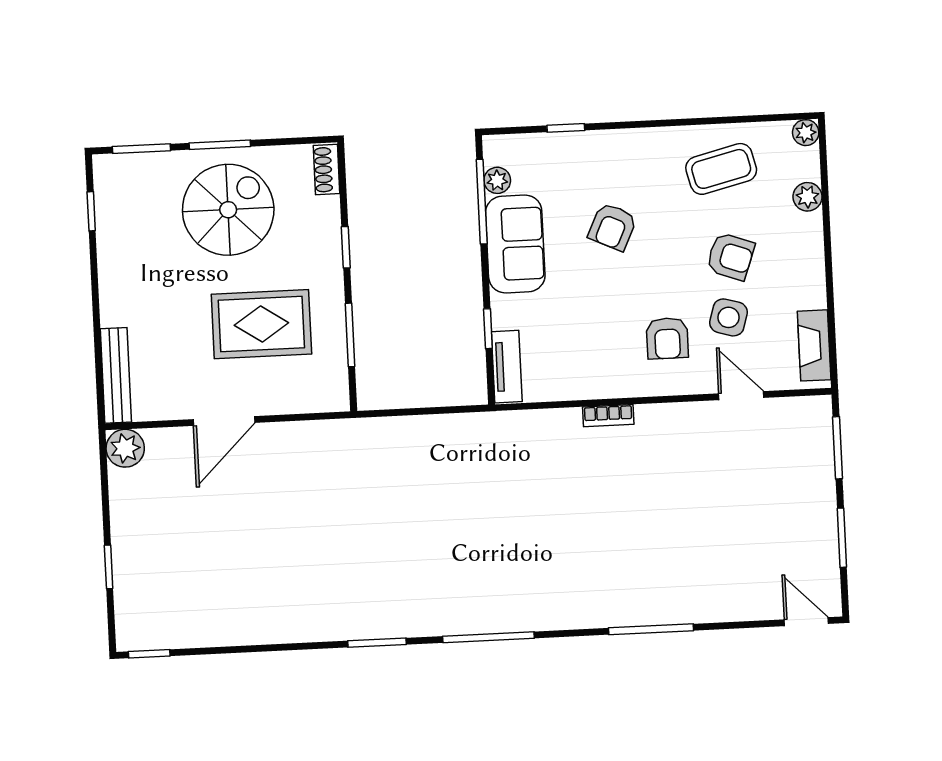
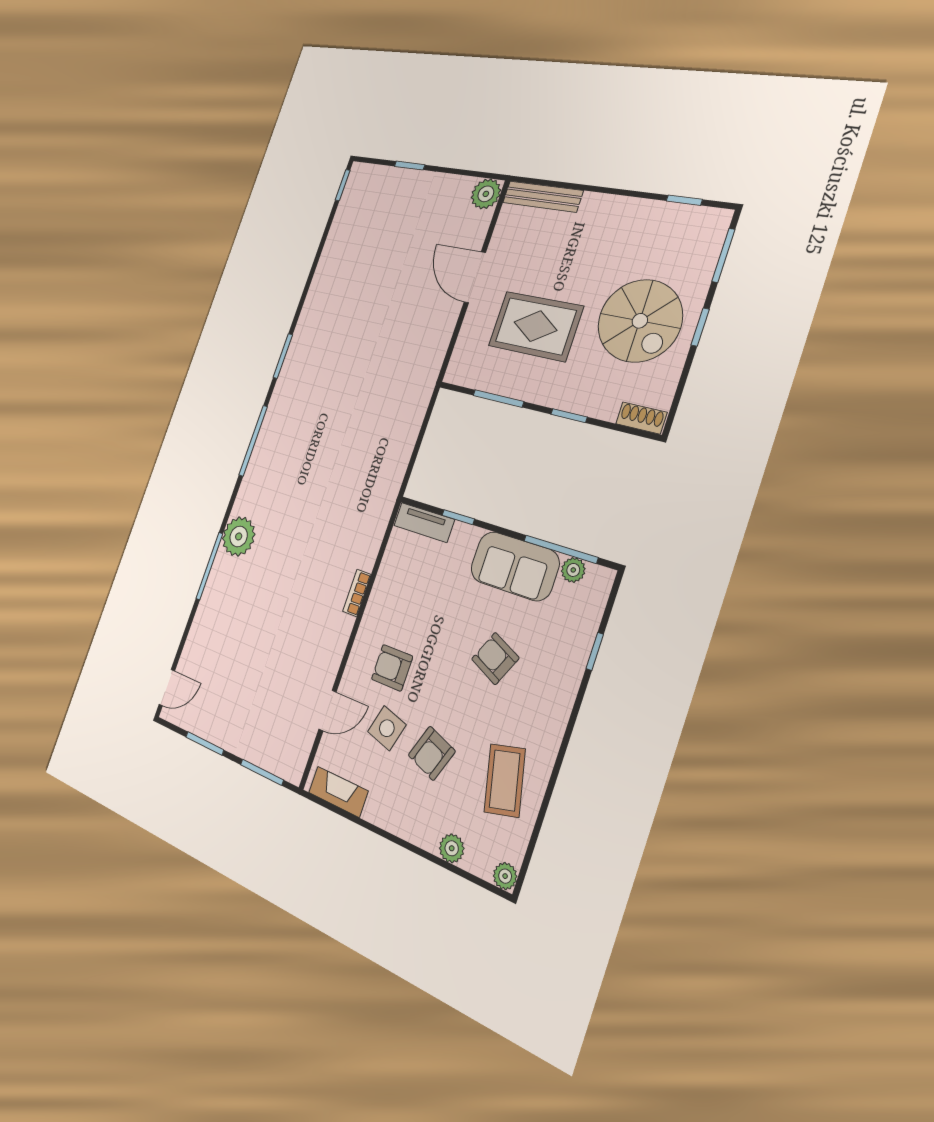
window: (220, 145) -> (700, 327), width x0.67
rug: (261, 324) -> (535, 326), turned 90
plant: (603, 604) -> (239, 536), added

